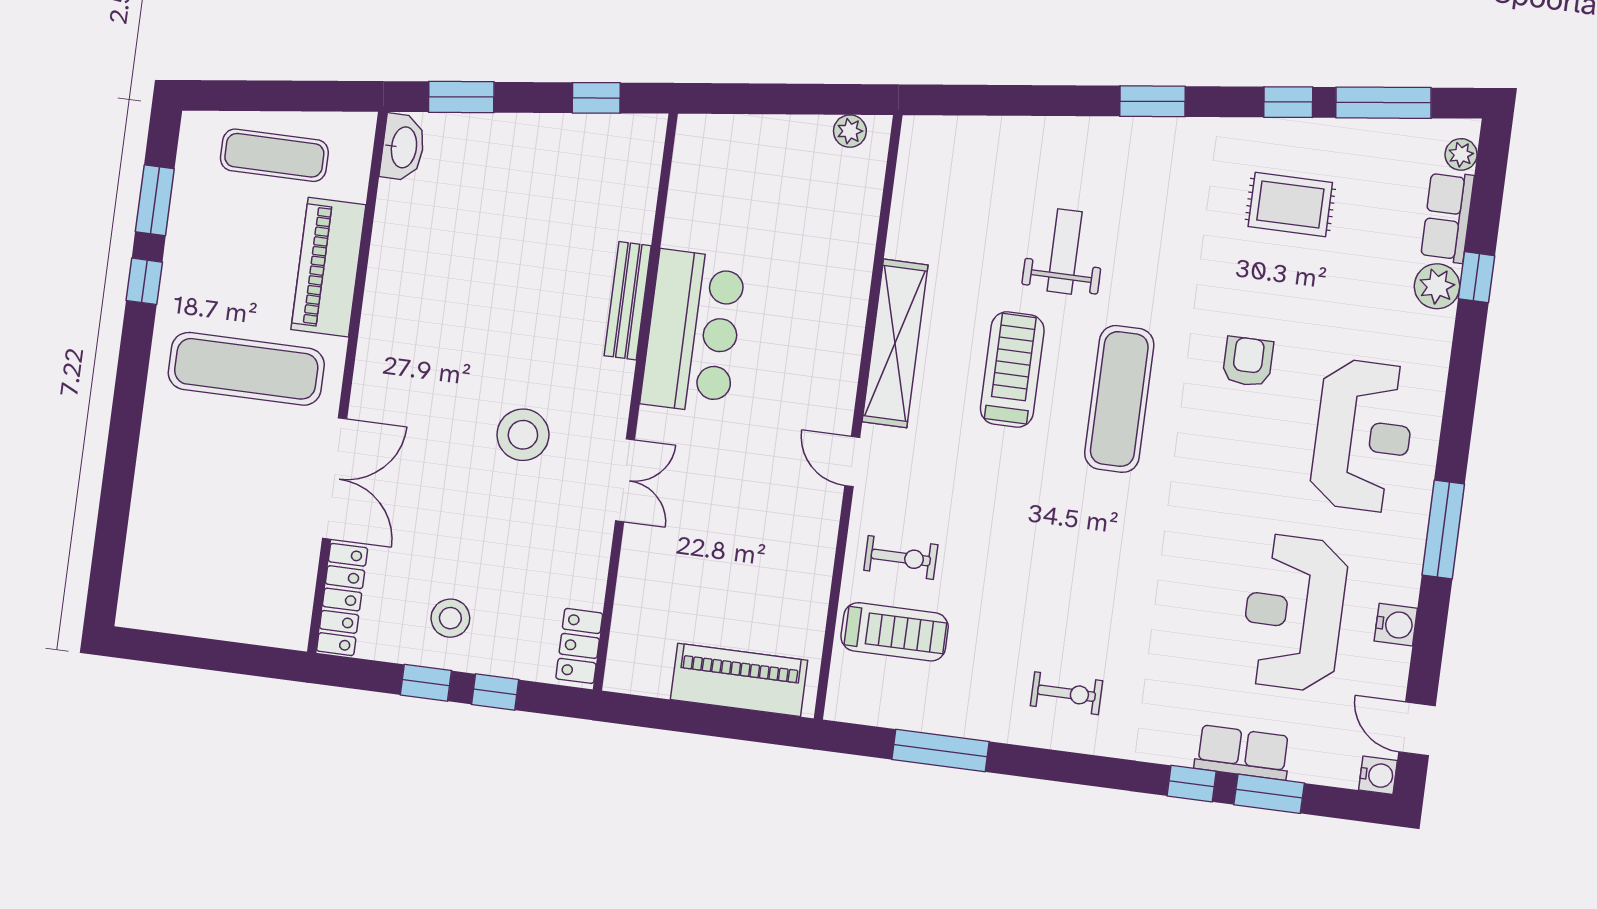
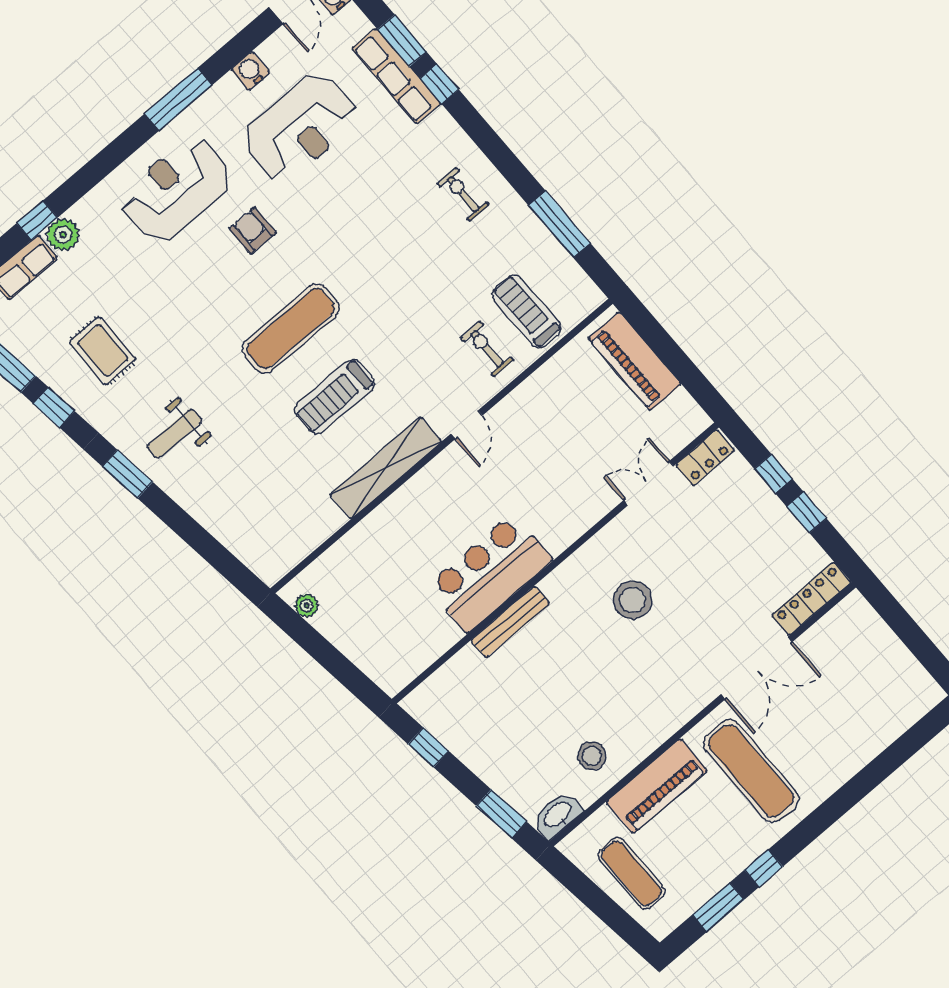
weight bench: (1065, 251) -> (174, 434), moved
armchair: (1248, 362) -> (253, 231), moved, turned 90
double door: (335, 478) -> (756, 668), swing flipped
double door: (625, 480) -> (648, 483), moved
stool: (450, 618) -> (592, 756), moved
row of seats: (1243, 752) -> (396, 76), width x1.48

